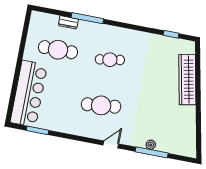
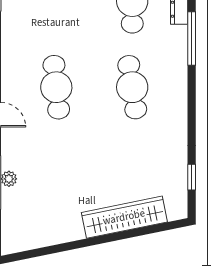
cafe table: (110, 60) -> (132, 87), width x1.37, depth x1.35

